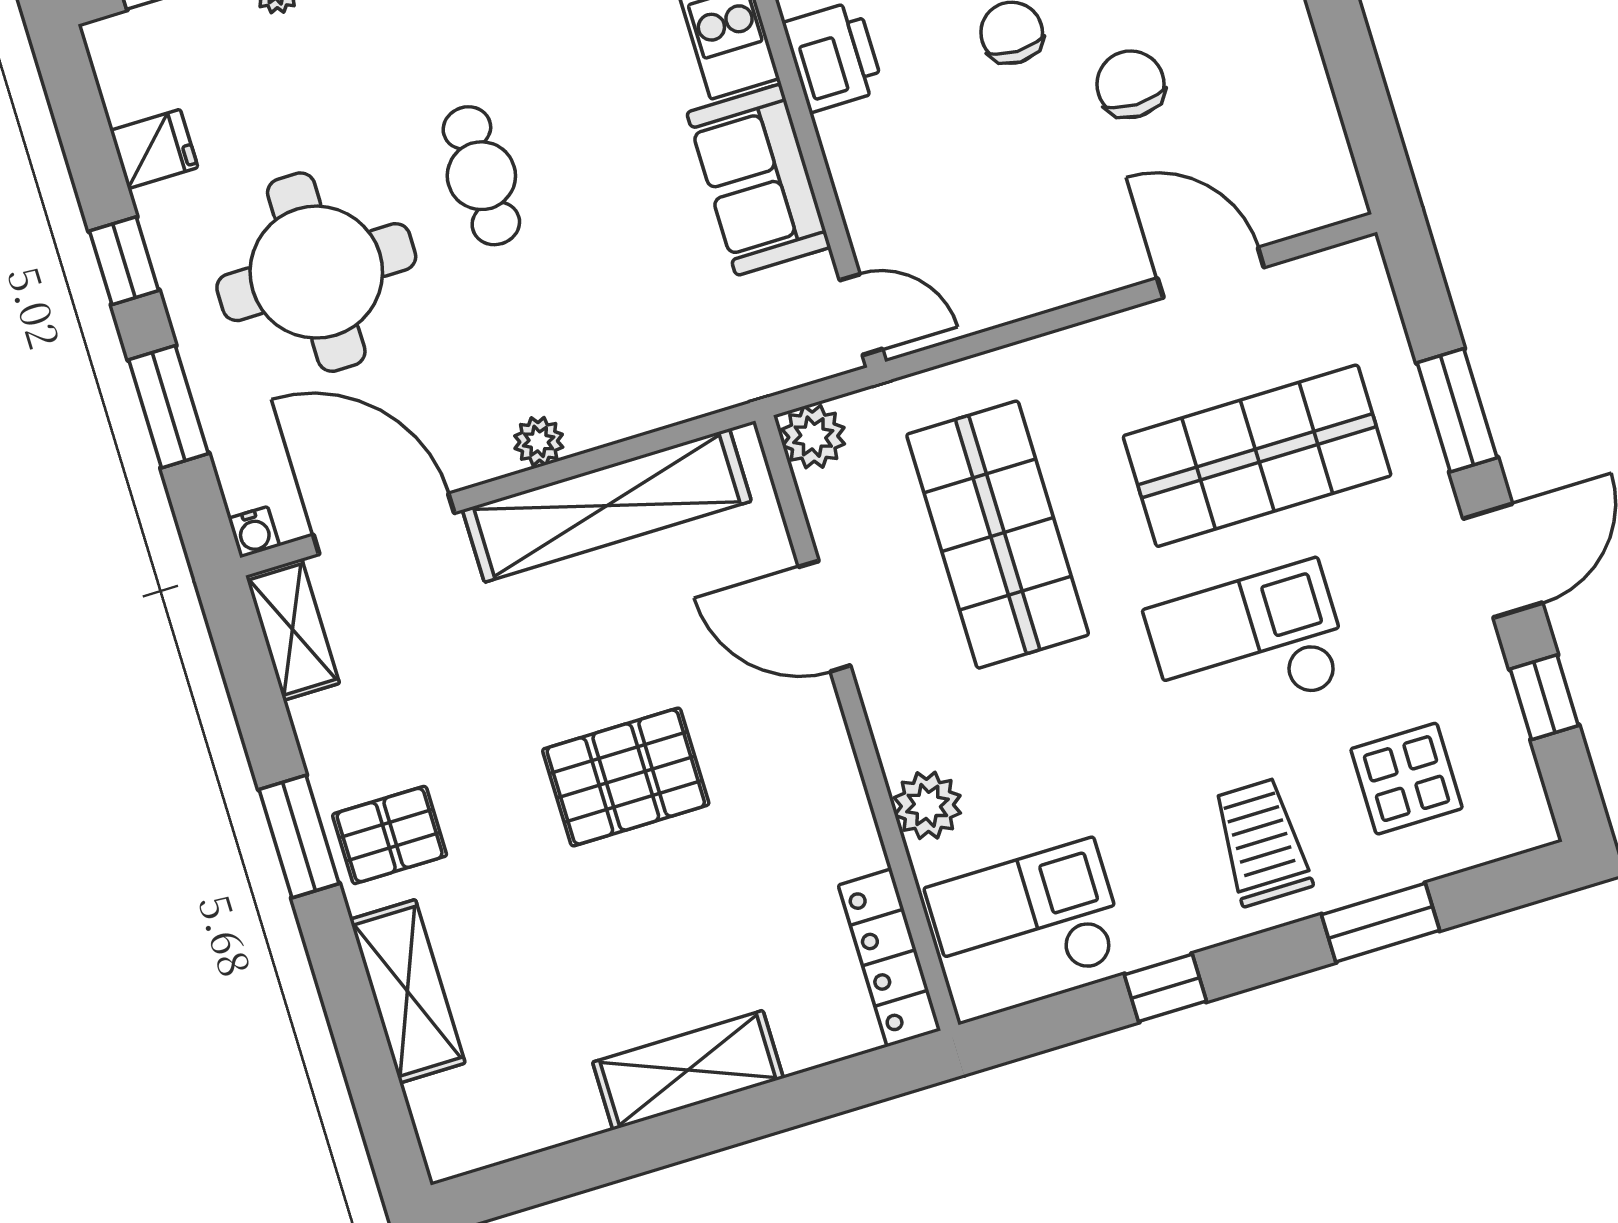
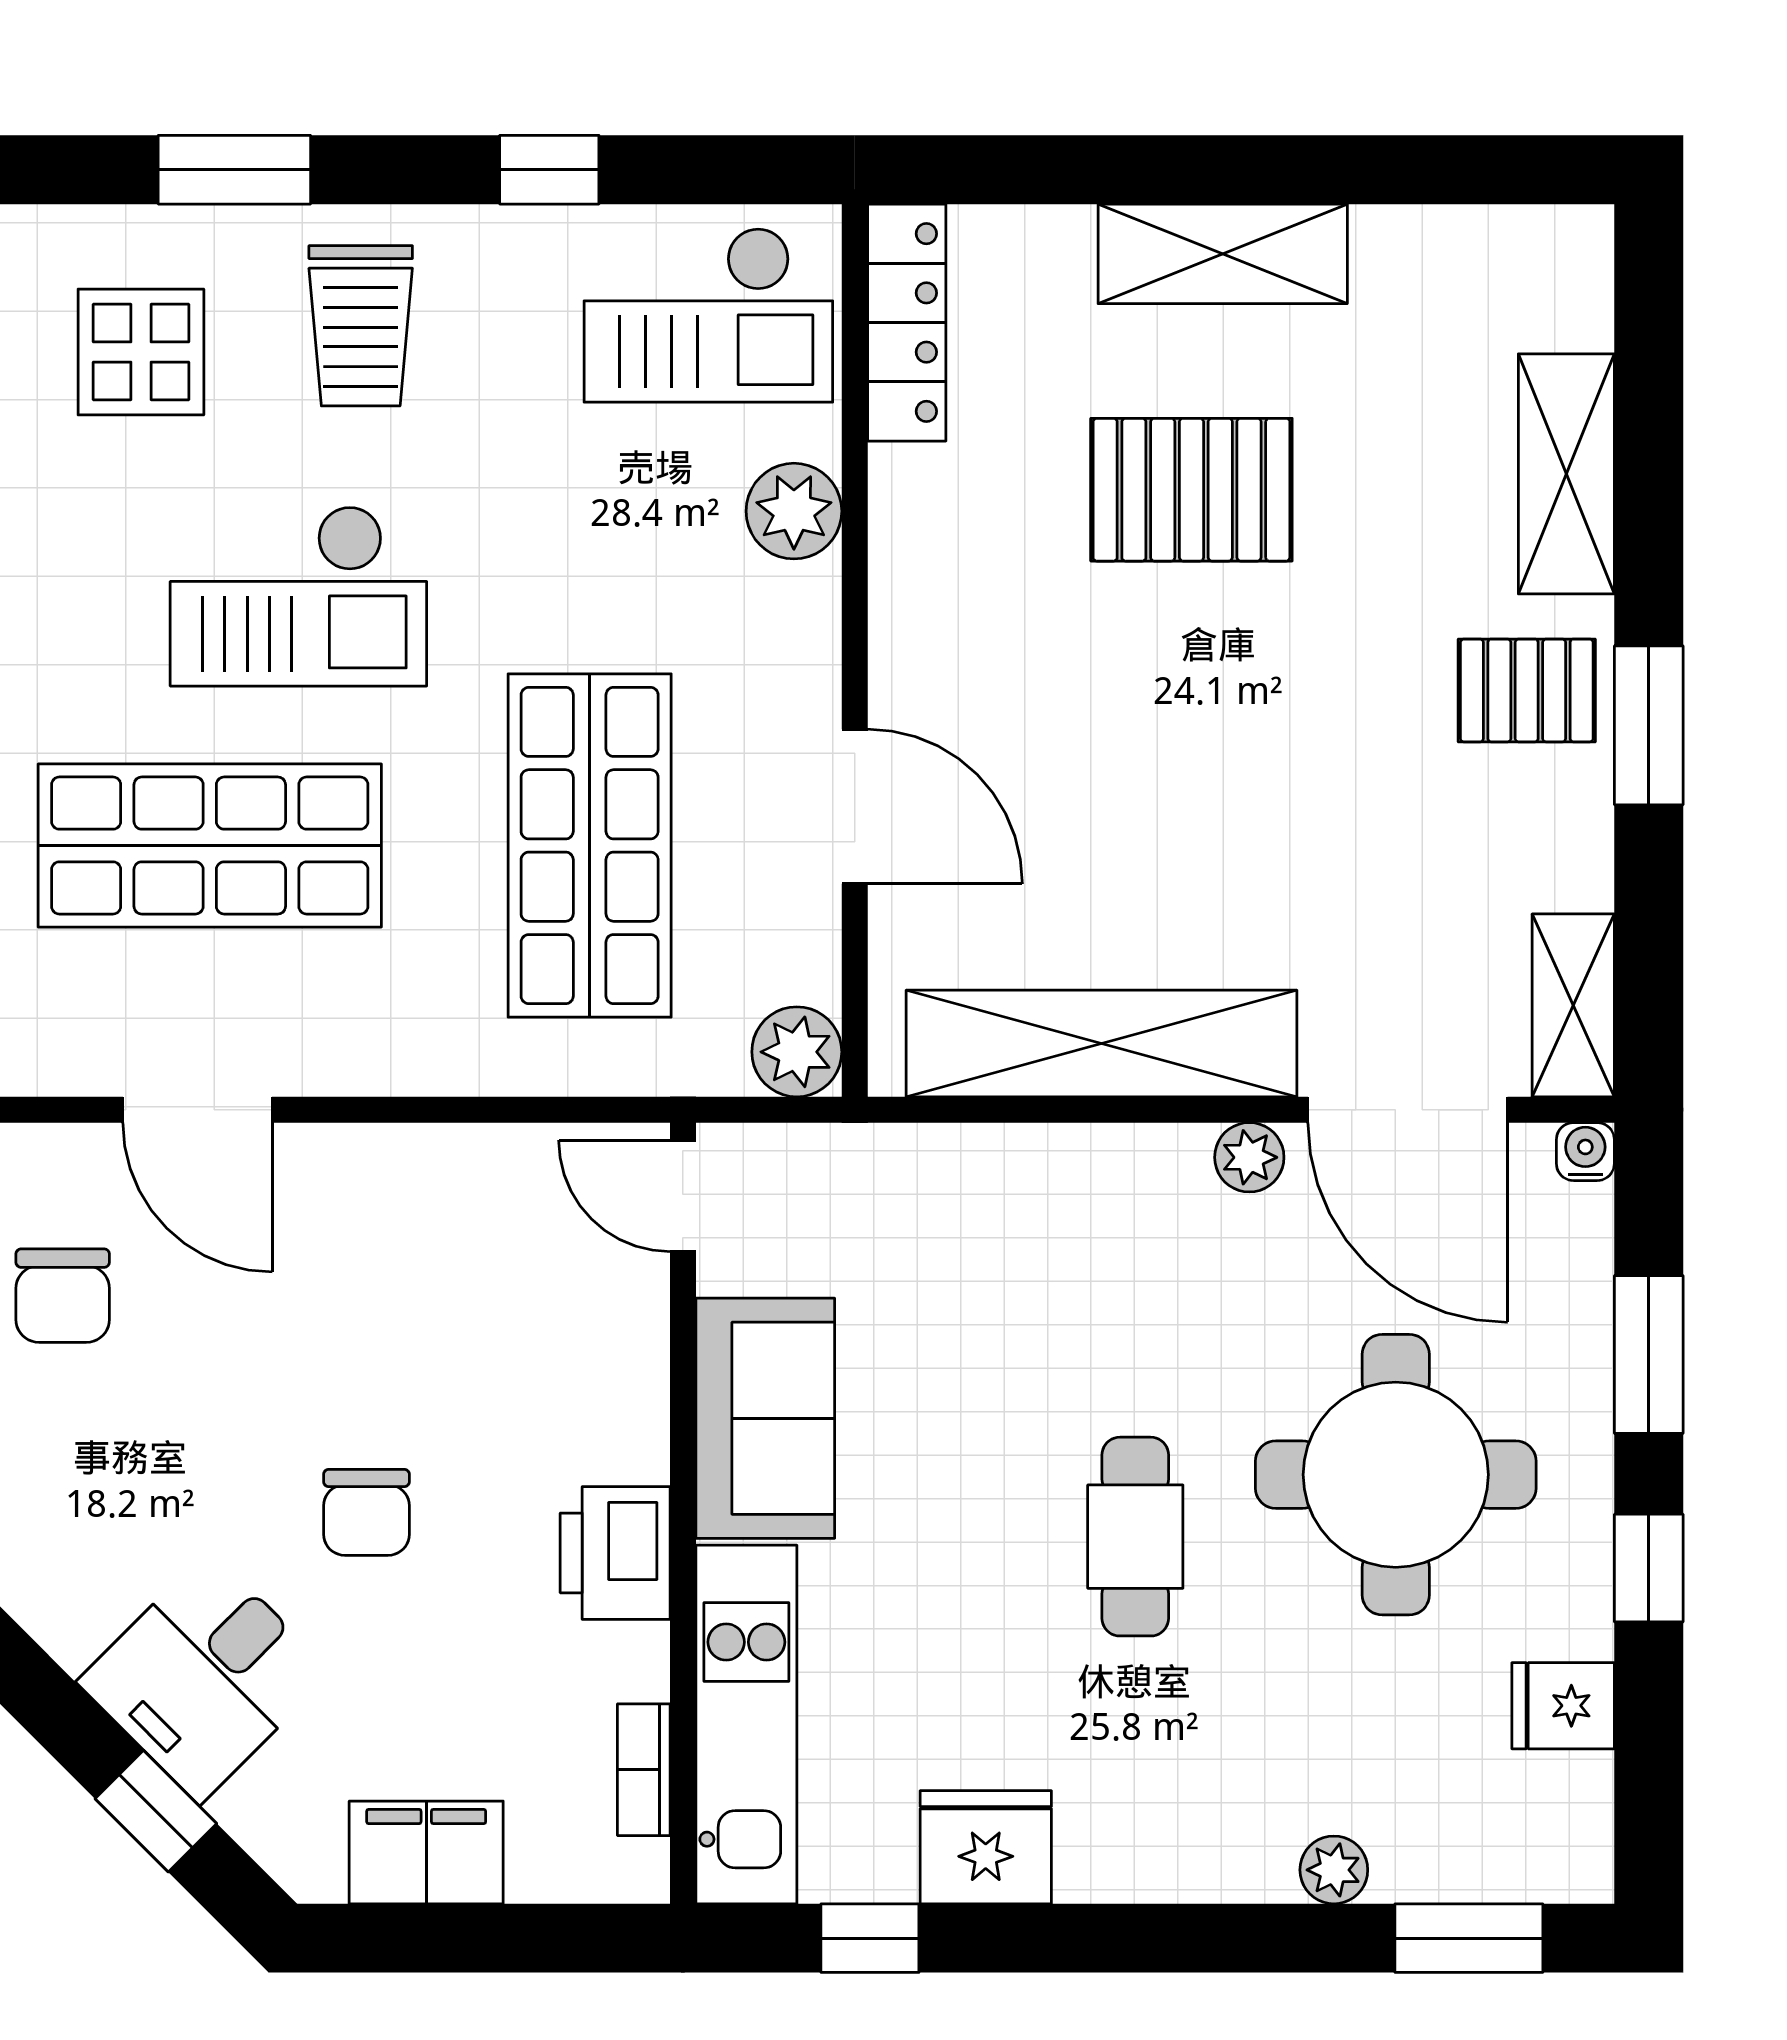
chair: (1130, 84) -> (63, 1296), moved
plant: (539, 441) -> (1249, 1157), moved
pallet: (626, 777) -> (1191, 490), moved

